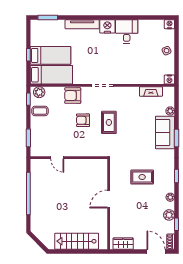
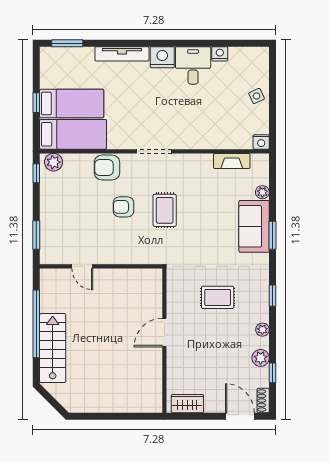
nightstand: (169, 24) -> (220, 54), moved
coffee table: (40, 111) -> (55, 192), removed
stairs: (77, 241) -> (53, 348), moved, turned 90

